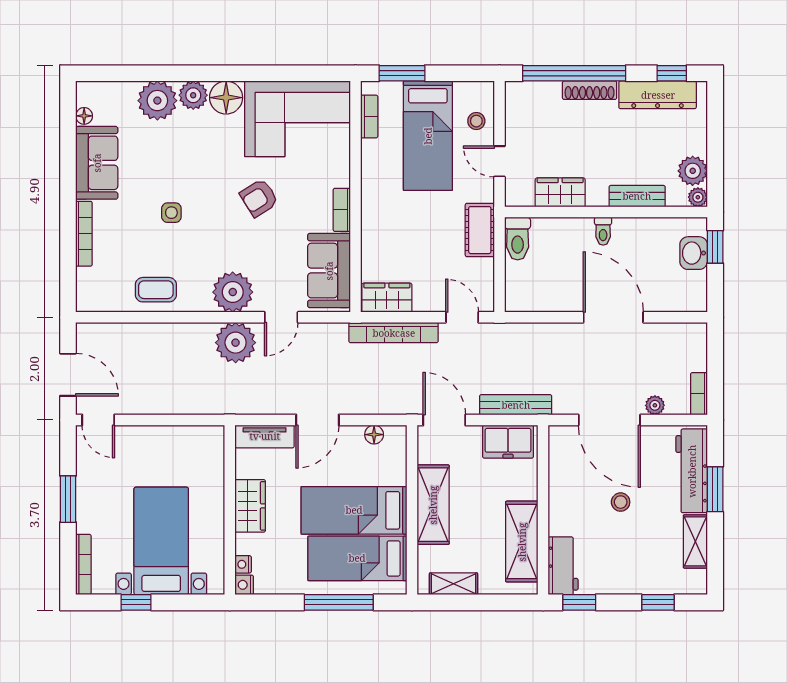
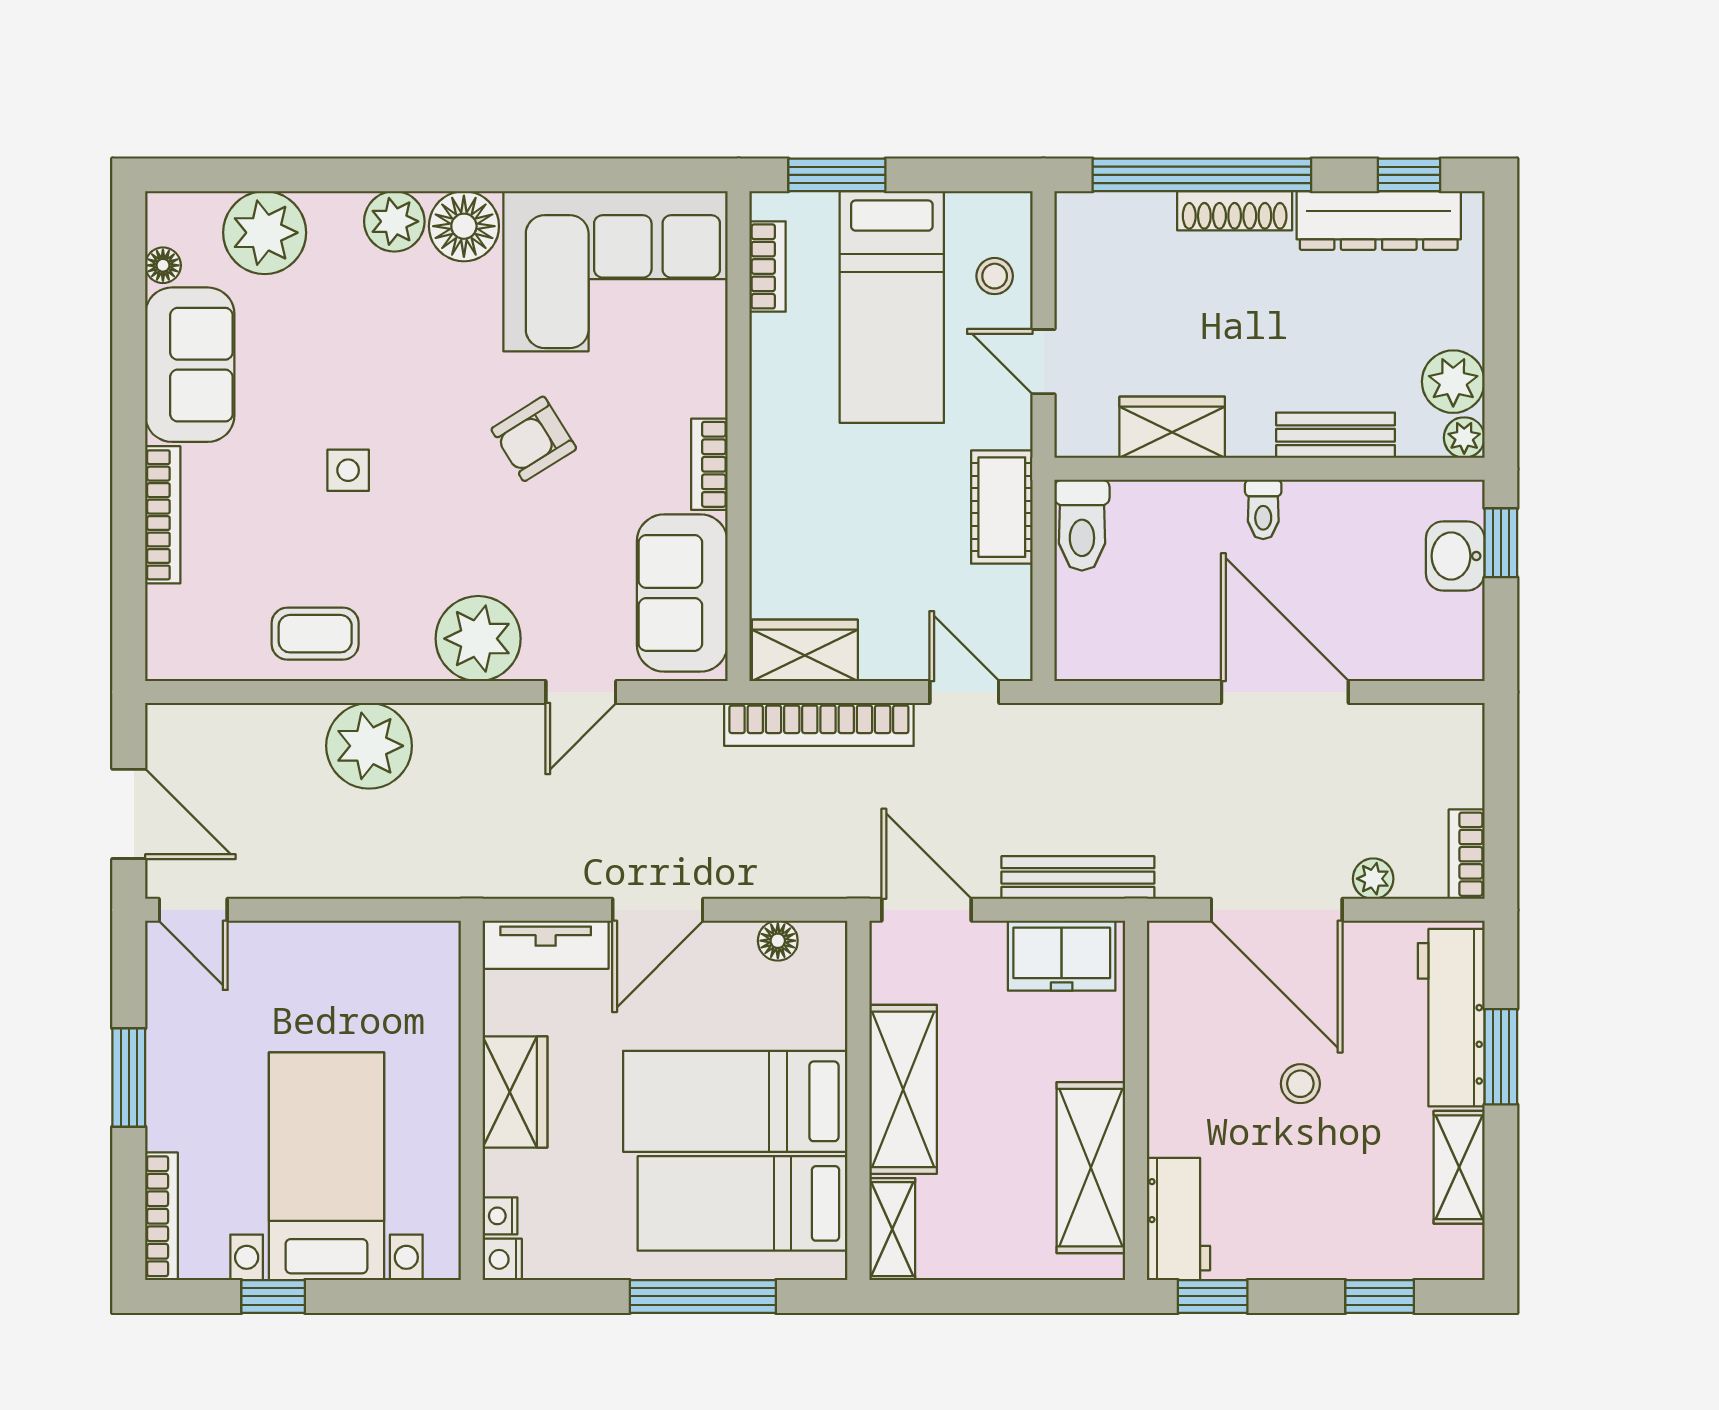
plant: (157, 101) -> (265, 233), moved
plant: (236, 343) -> (369, 746), moved
shelving: (453, 584) -> (892, 1229), moved, turned 90

